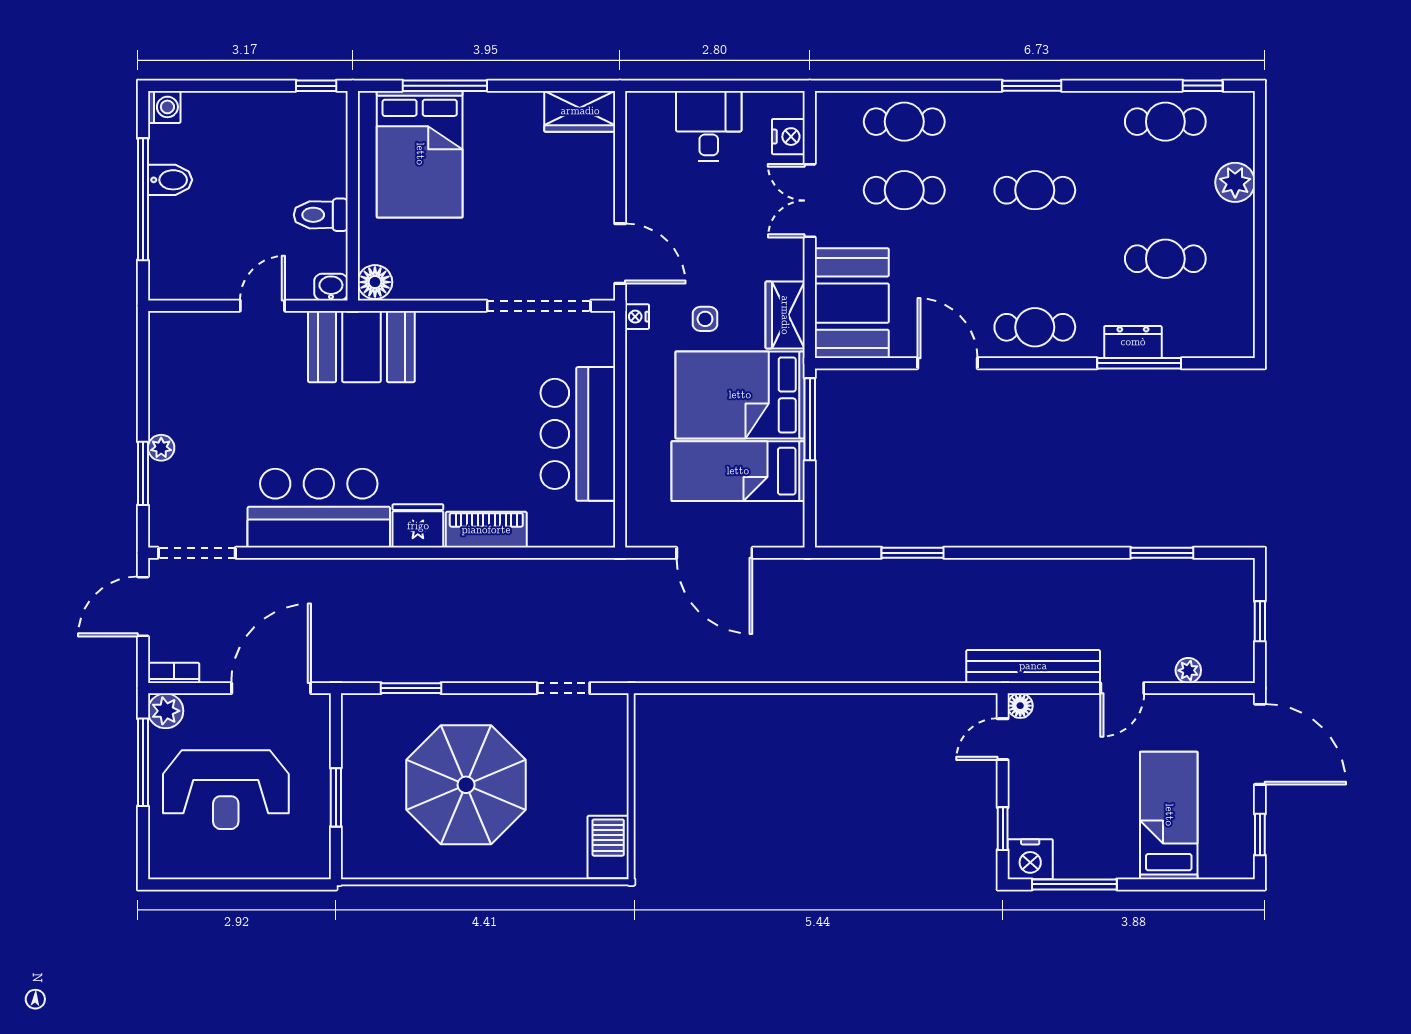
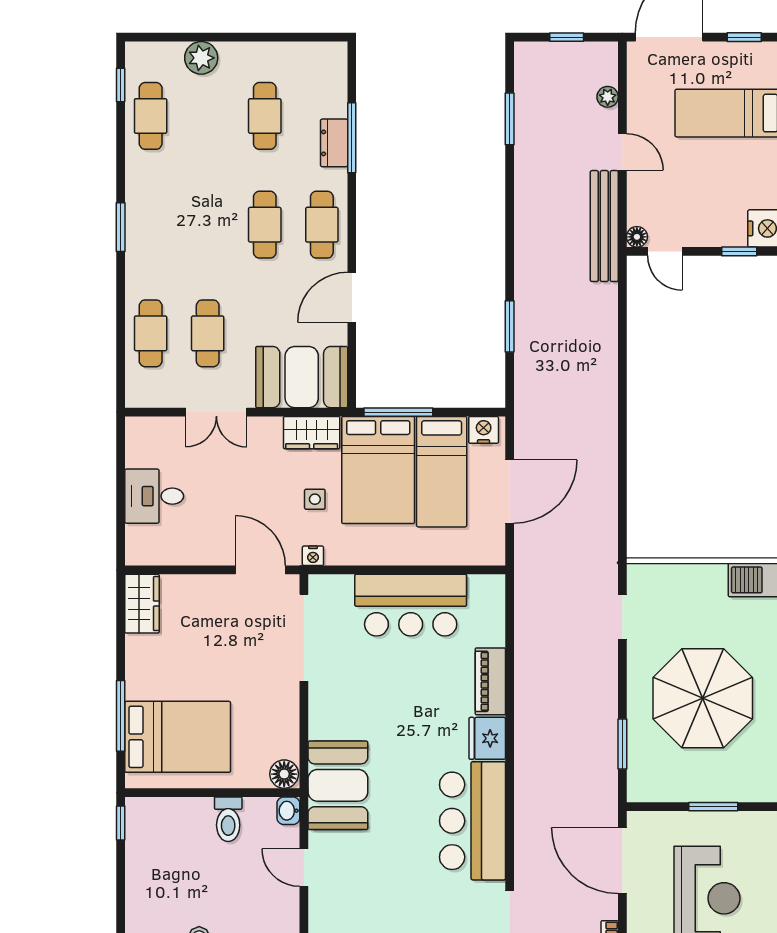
nightstand: (788, 137) -> (484, 430), moved
cafe table: (1035, 190) -> (265, 225), moved
door: (620, 254) -> (260, 570), hinge flipped

